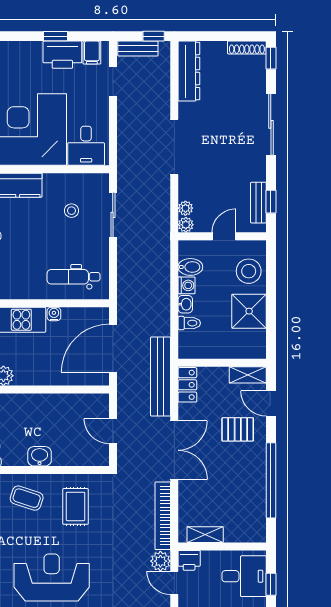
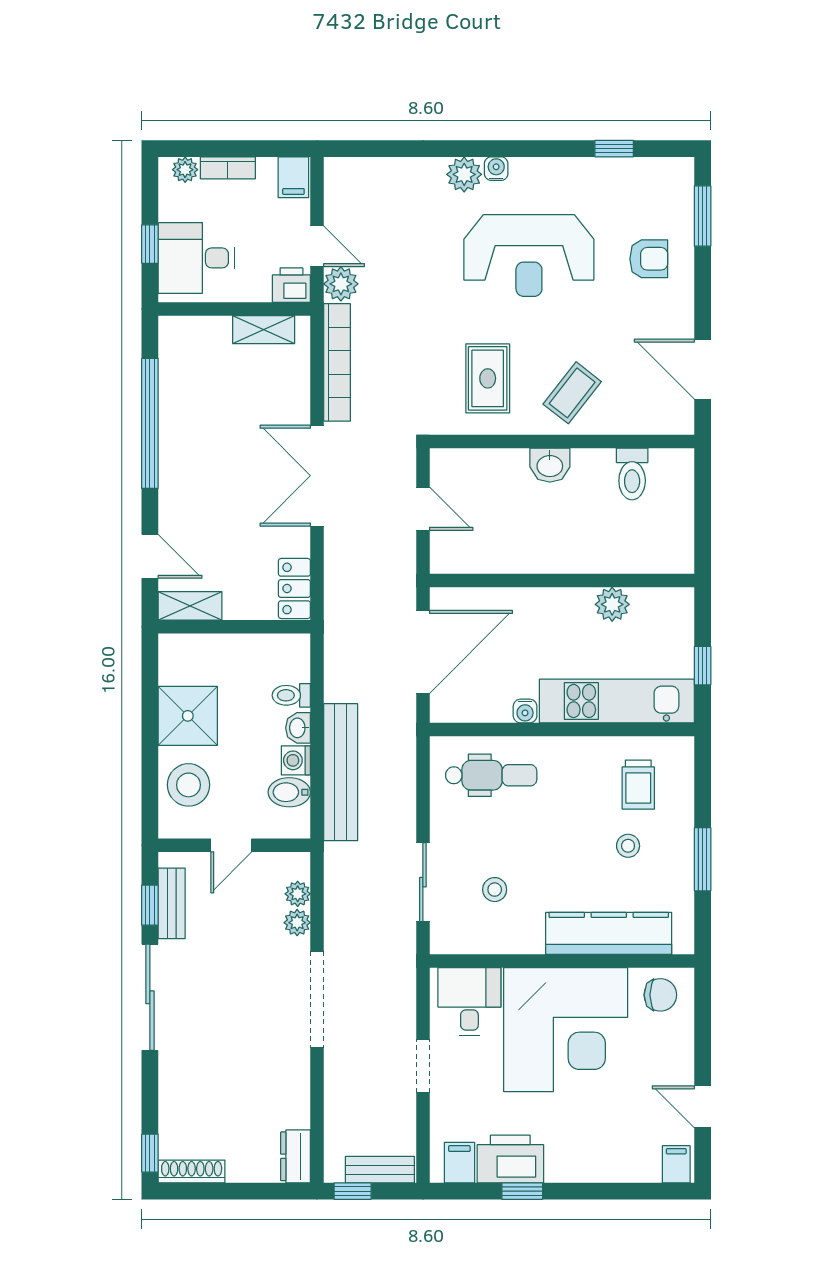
dresser: (189, 71) -> (295, 1156), width x0.51, depth x0.80
doorway: (113, 82) -> (423, 1066), moved
sliding door: (271, 124) -> (150, 997), moved
plant: (186, 225) -> (297, 923), moved
bench: (161, 377) -> (341, 772), moved
pallet: (238, 429) -> (207, 512), removed
coffee table: (27, 498) -> (572, 393), turned -70

